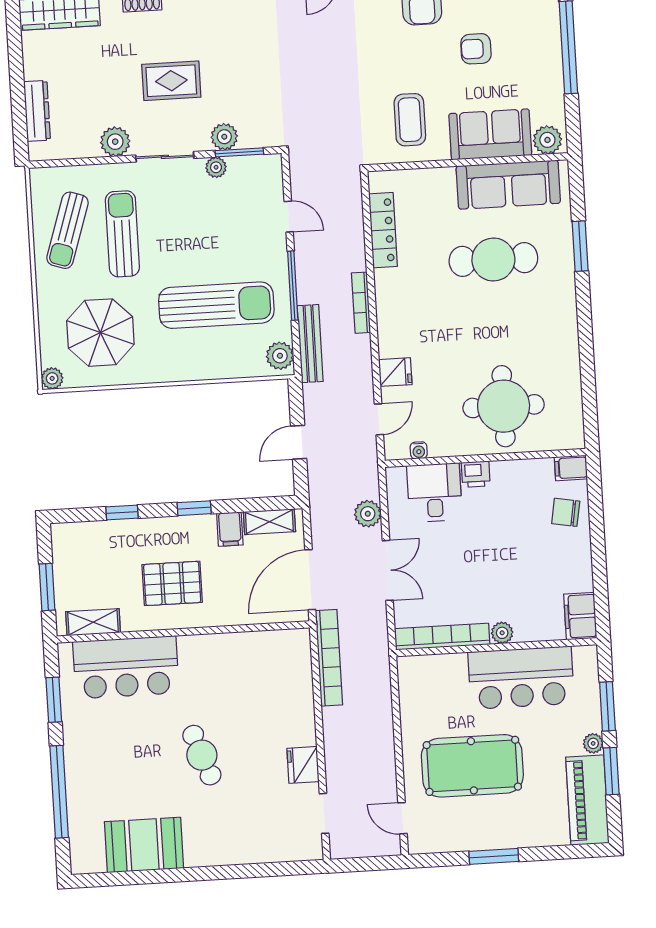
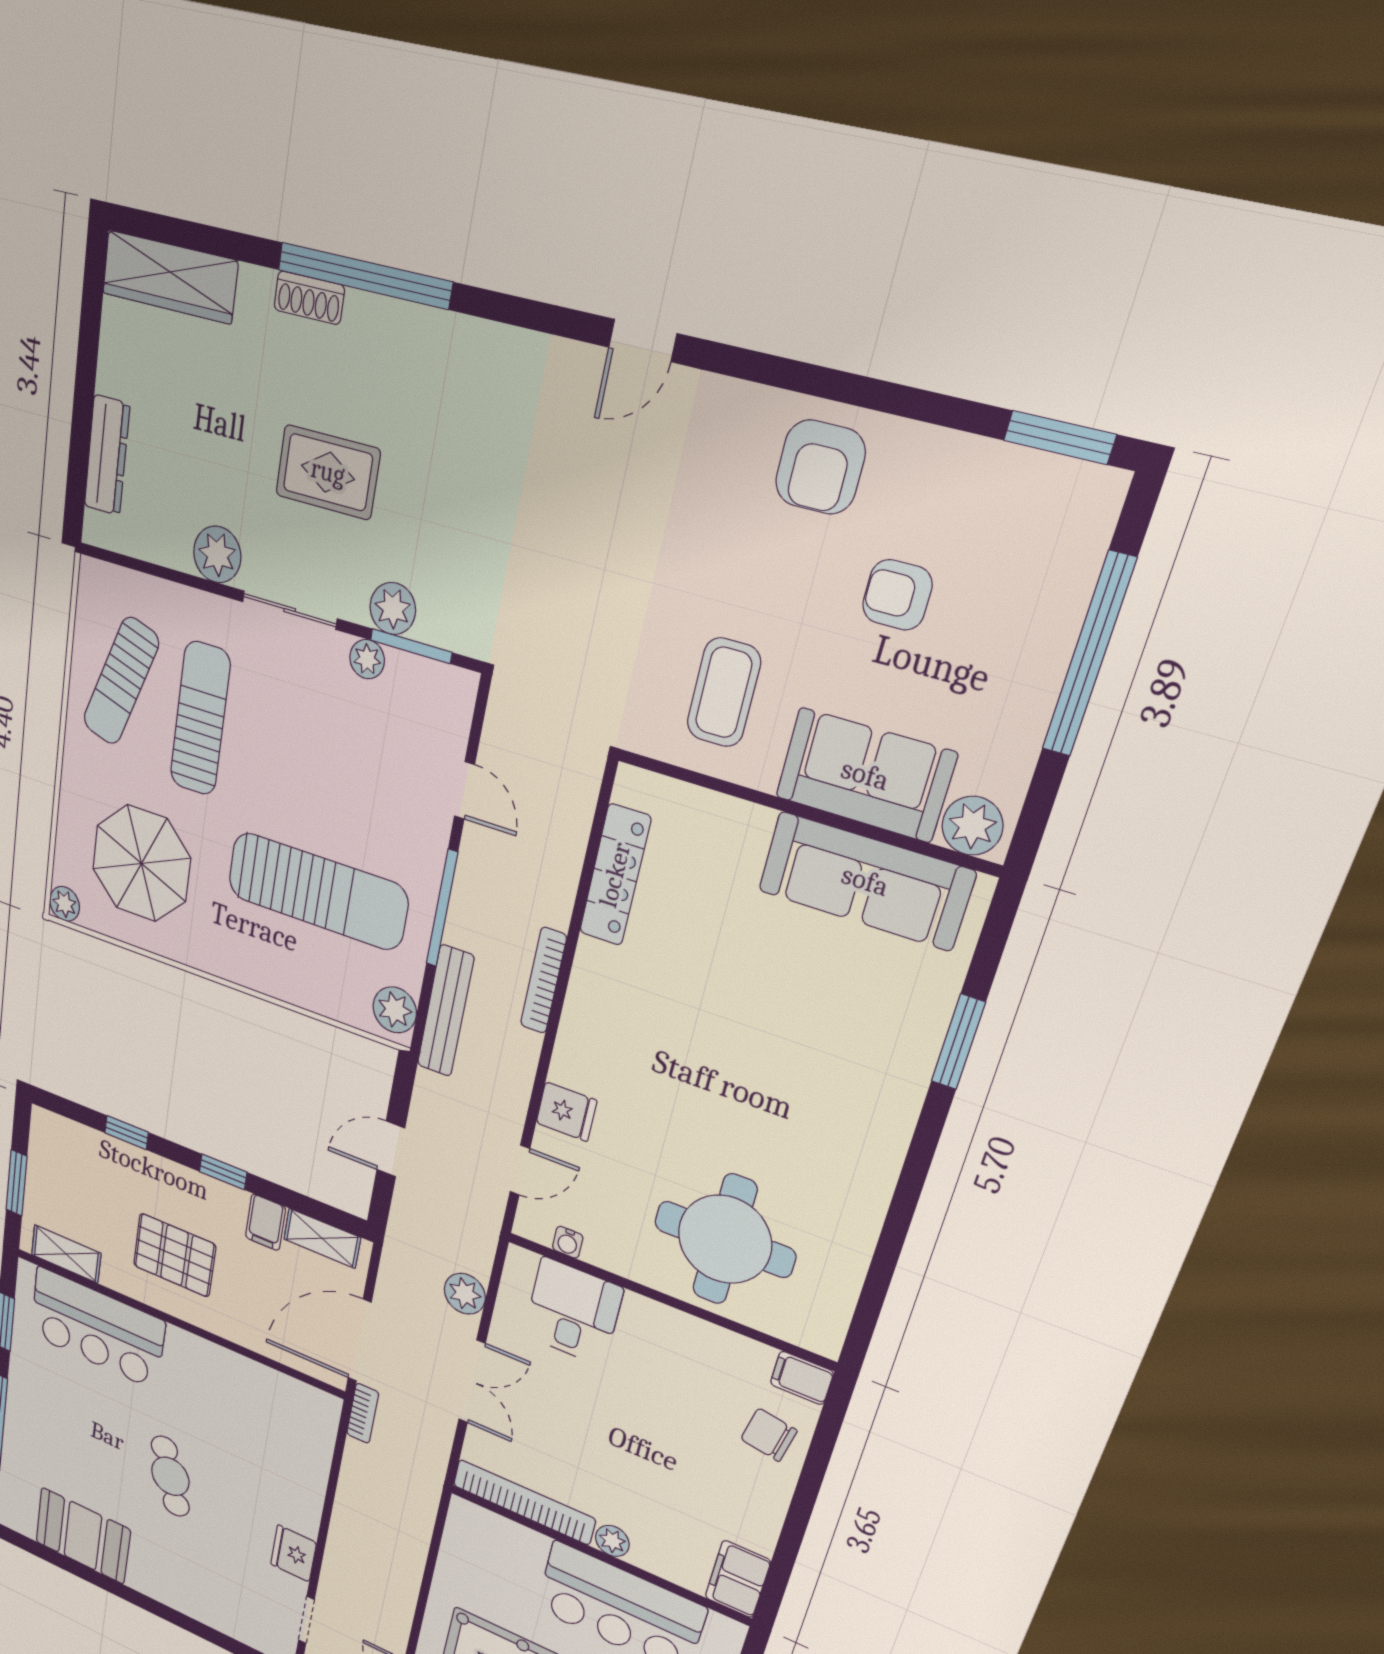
cafe table: (493, 259) -> (791, 1001), removed
printer: (476, 474) -> (645, 1316), removed
bookcase: (329, 658) -> (363, 1413), width x0.43, depth x0.76

